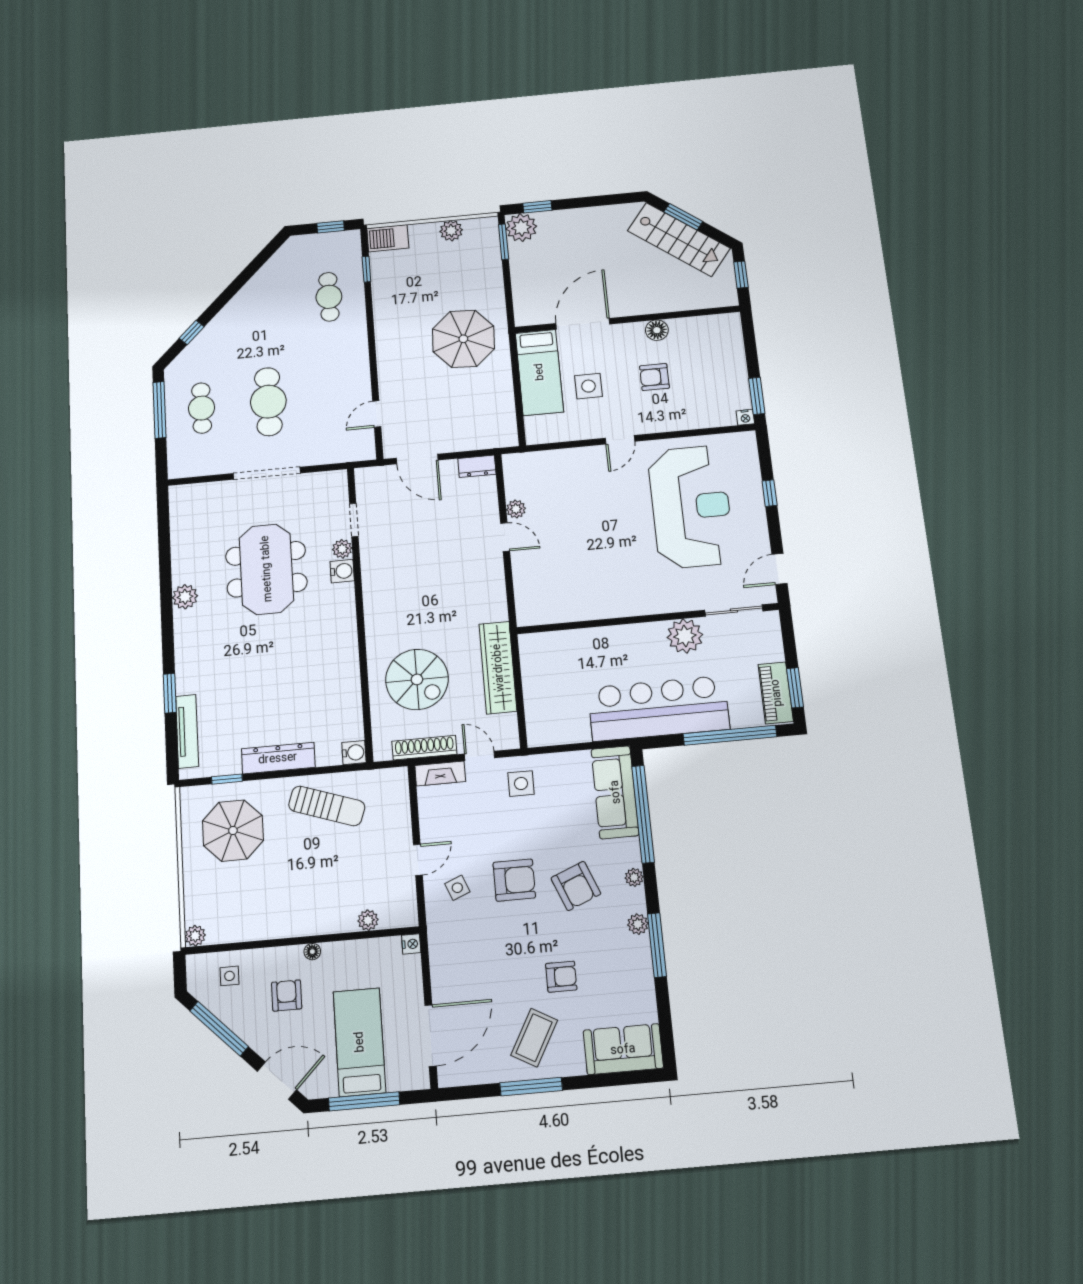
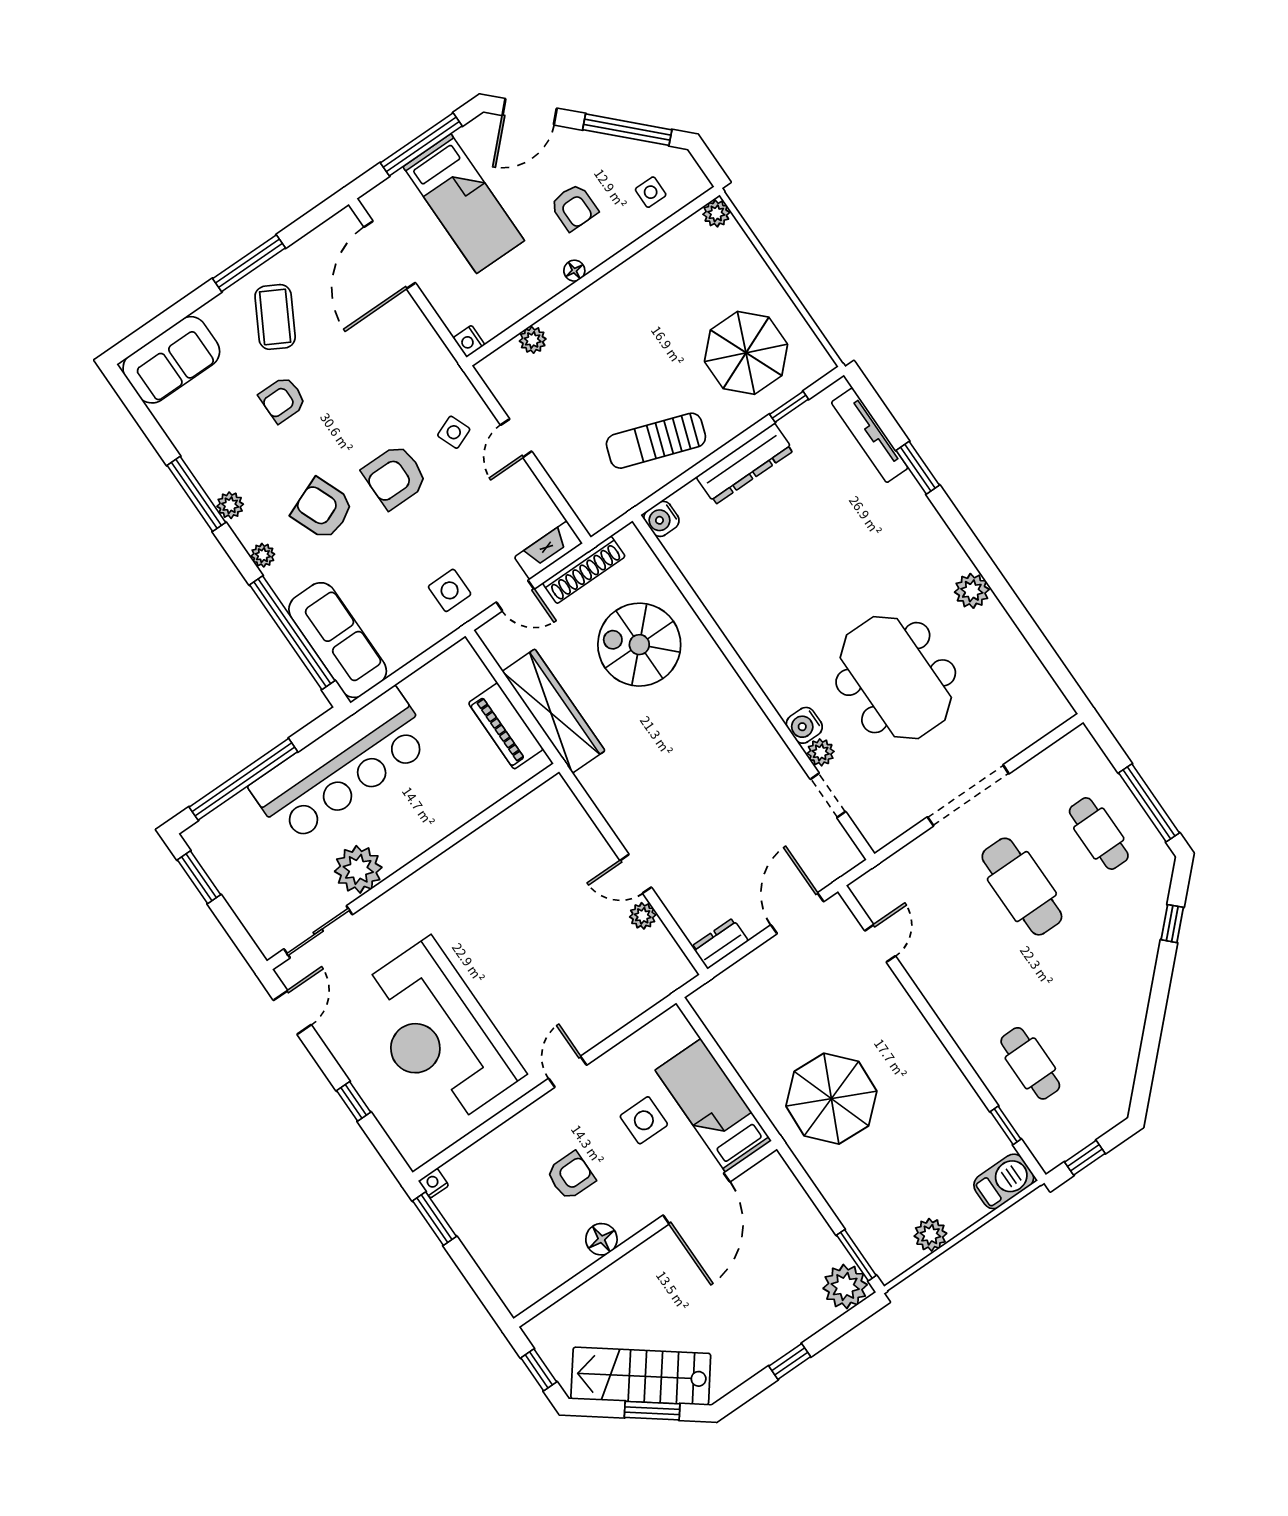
window: (537, 207) -> (790, 1361), moved
door: (417, 459) -> (797, 913), hinge flipped
piano: (776, 693) -> (506, 726), moved, turned 180

